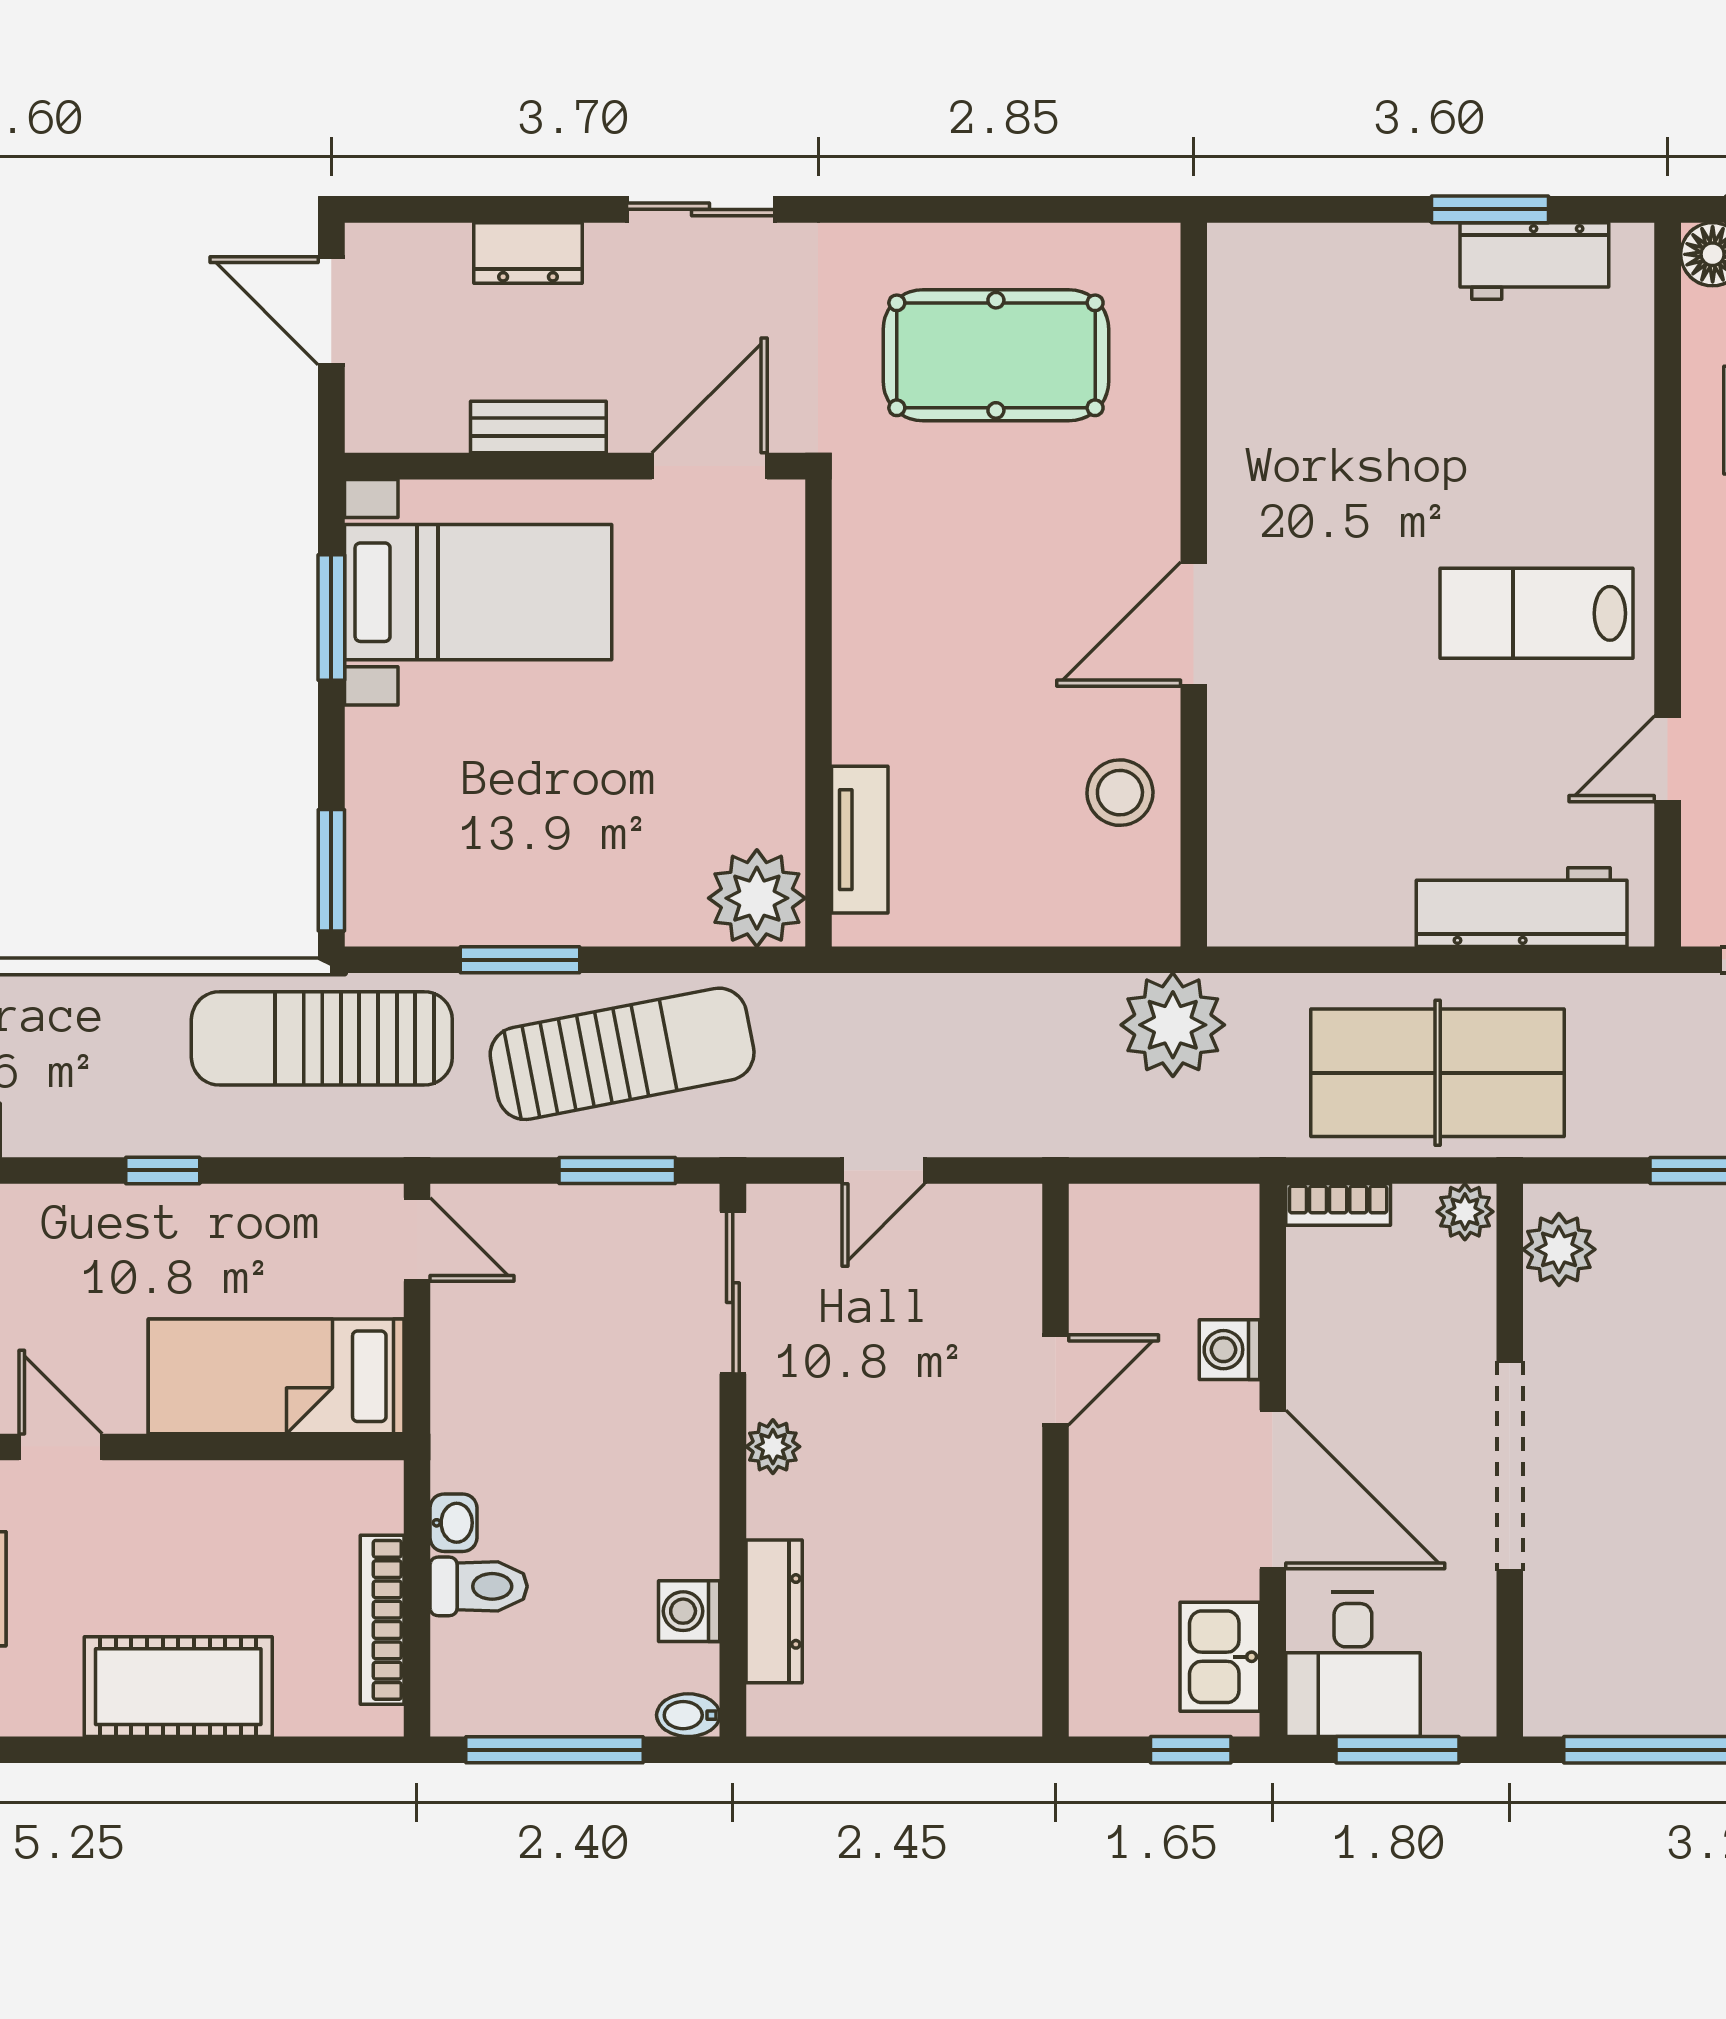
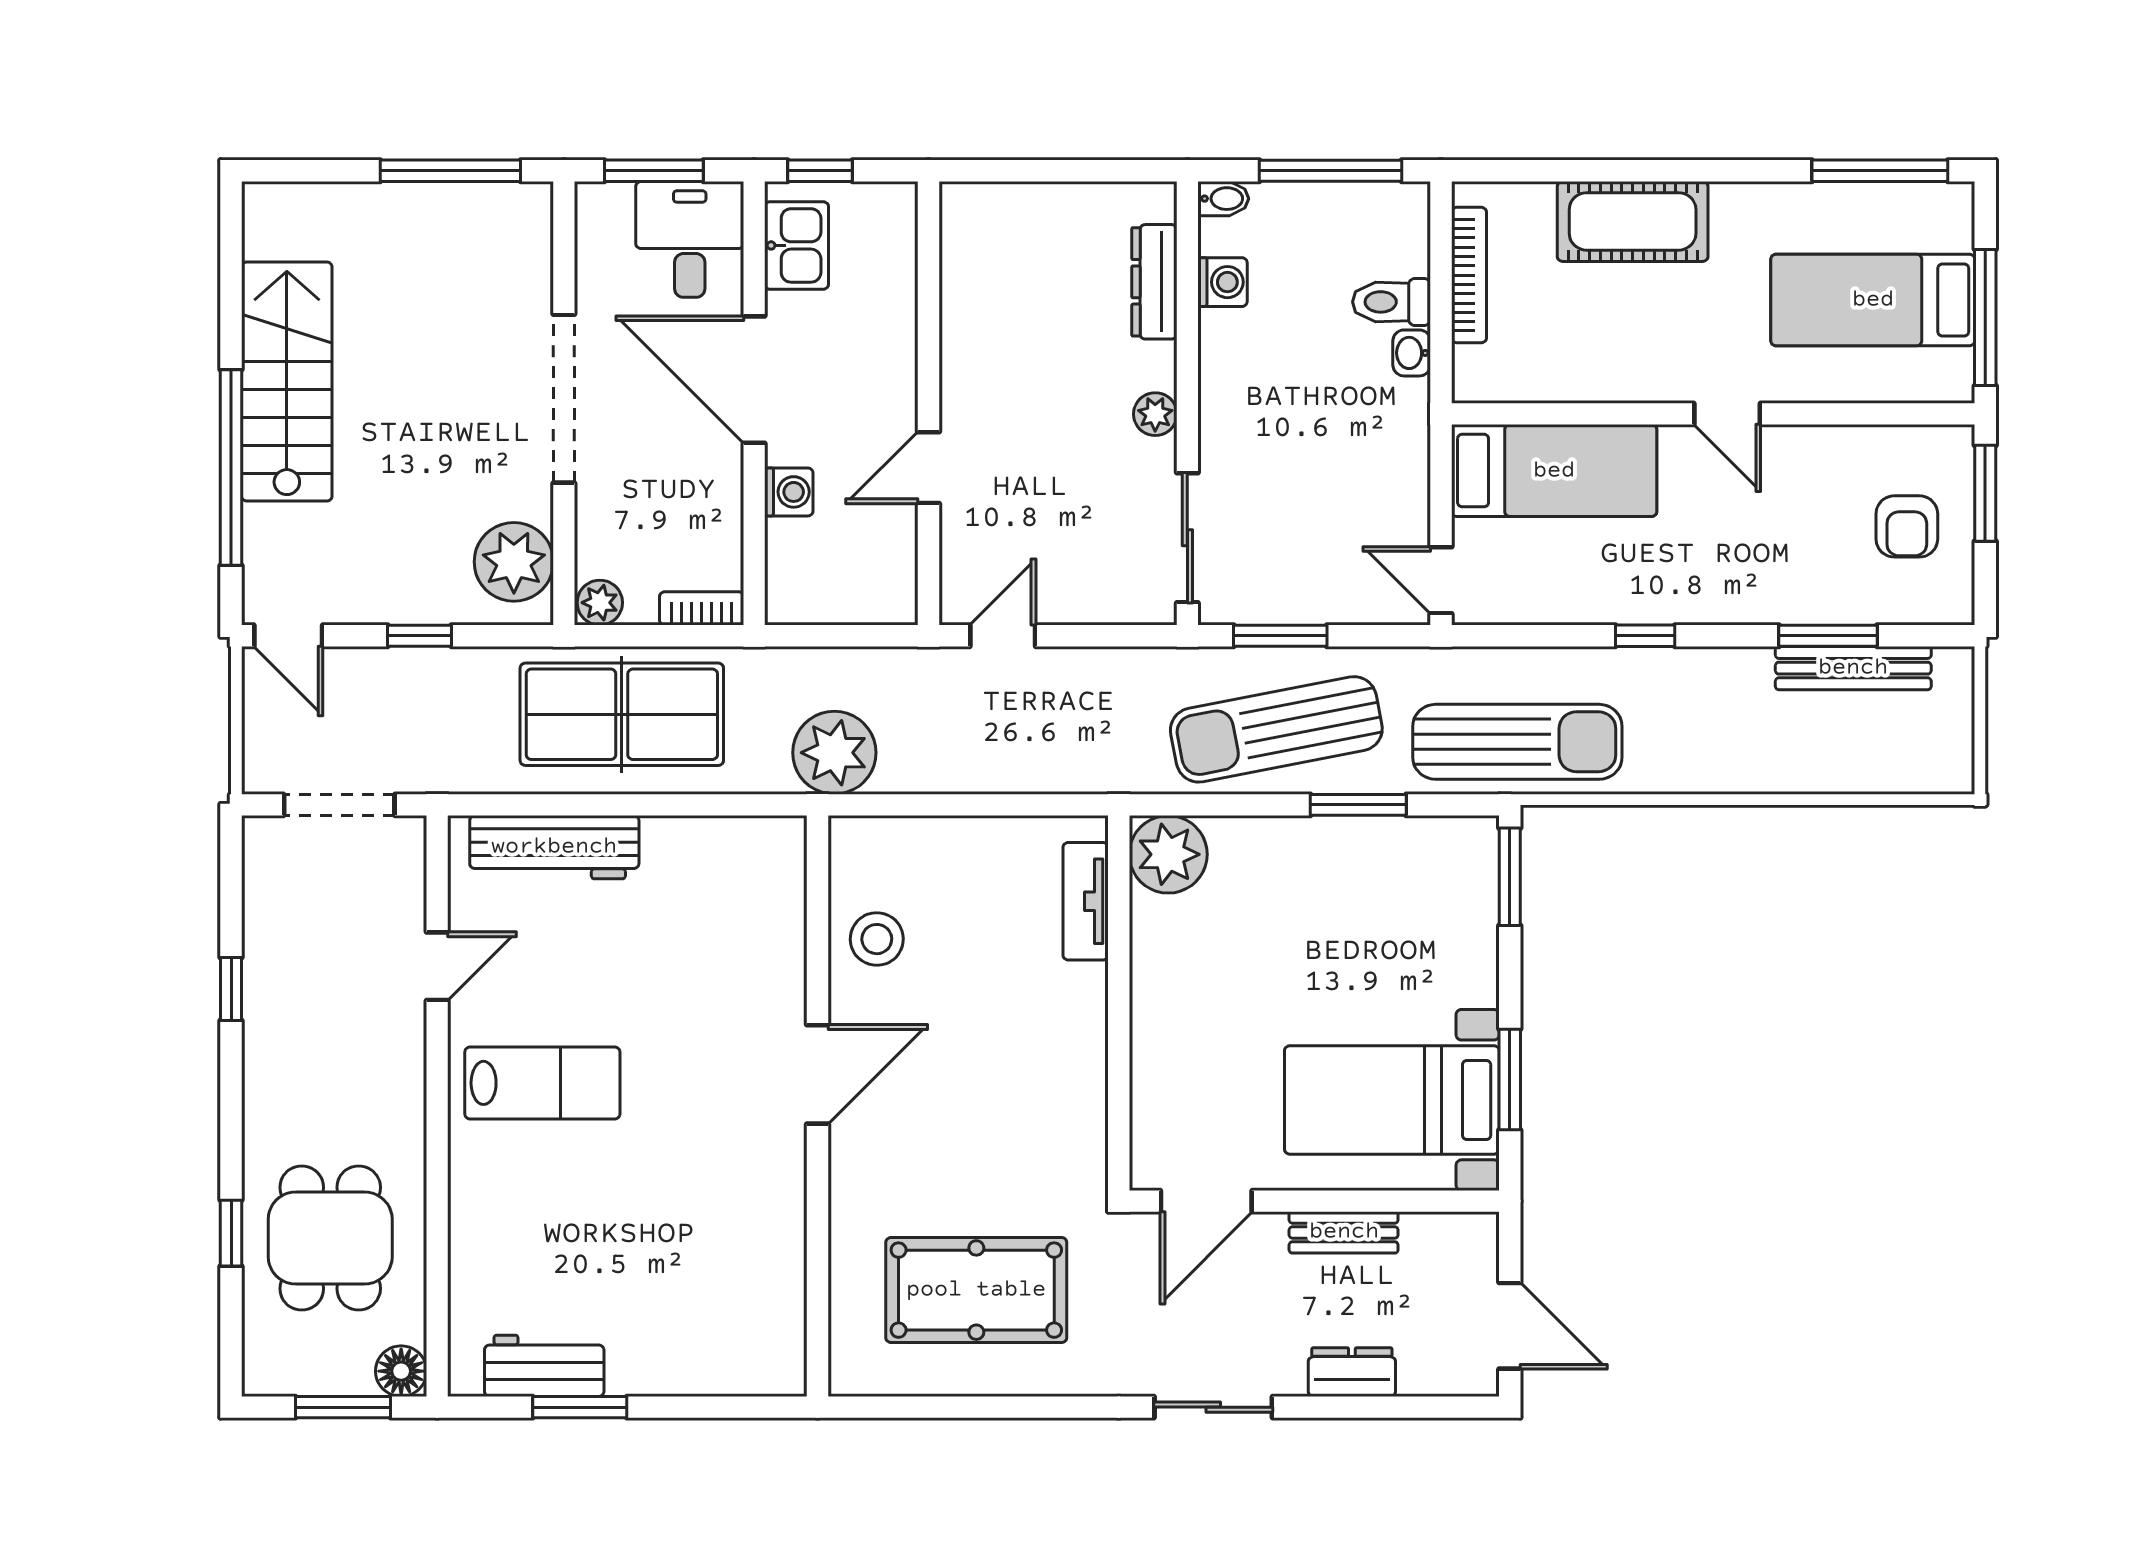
door: (883, 1170) -> (1003, 636), moved
plant: (1559, 1249) -> (514, 562), width x1.36, depth x1.36

